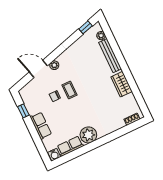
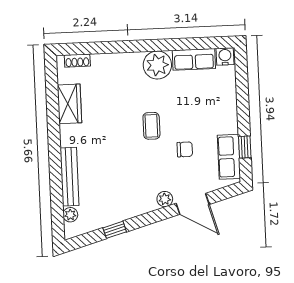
window: (86, 27) -> (115, 230), moved
wardrobe: (122, 84) -> (69, 104), moved
coffee table: (70, 90) -> (151, 126), moved
row of seats: (41, 126) -> (229, 157), moved

